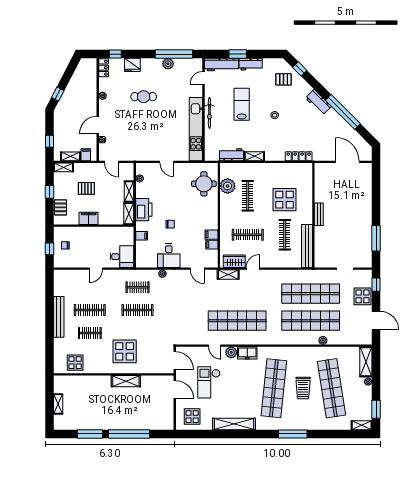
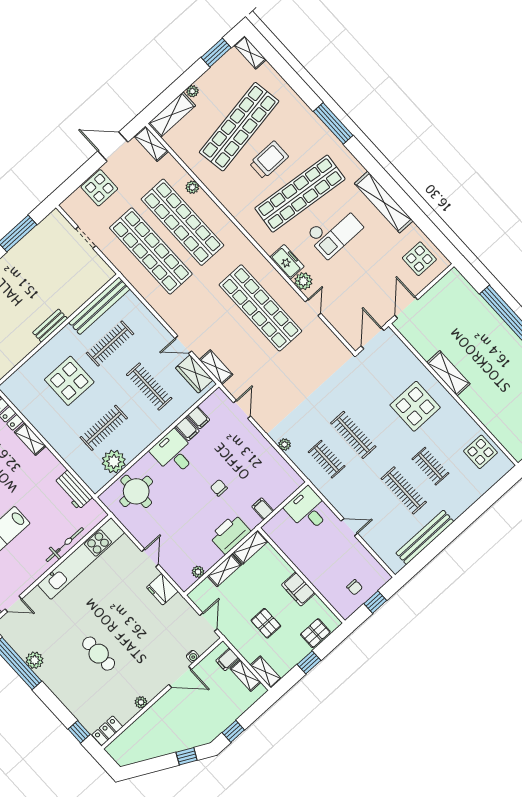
fridge: (132, 65) -> (162, 589), moved, turned 180
bicycle: (209, 113) -> (65, 545), moved
window: (49, 141) -> (233, 731), moved
shelving: (254, 156) -> (30, 439), moved
desk: (169, 256) -> (174, 453), moved, turned -90
window: (376, 285) -> (71, 184), removed
bench: (59, 317) -> (425, 537), moved
door: (376, 320) -> (113, 147), hinge flipped
shelving: (361, 340) -> (151, 144), added
checkout: (209, 382) -> (334, 231), moved

